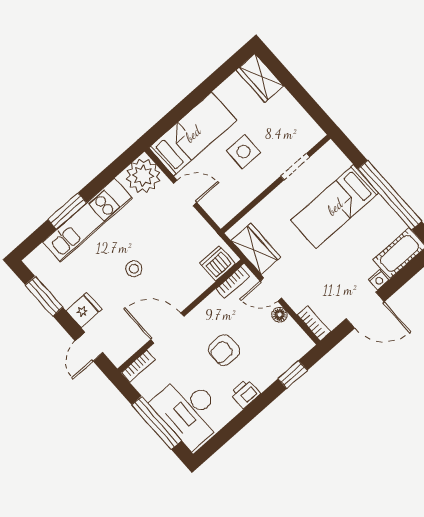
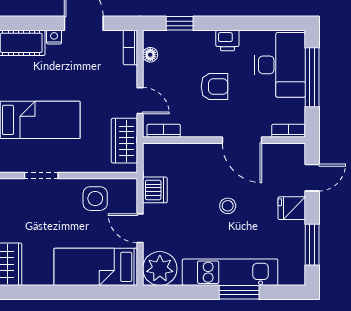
side table: (244, 152) -> (95, 199), moved
dishwasher: (217, 263) -> (155, 190), moved, turned -90
floor lamp: (280, 315) -> (150, 55), moved

